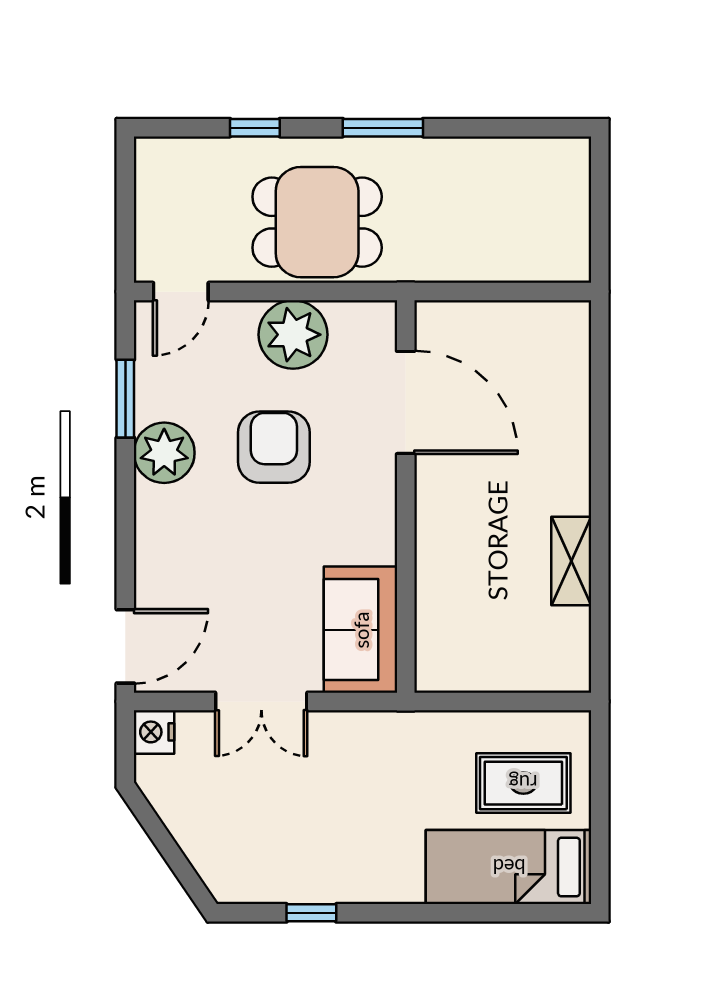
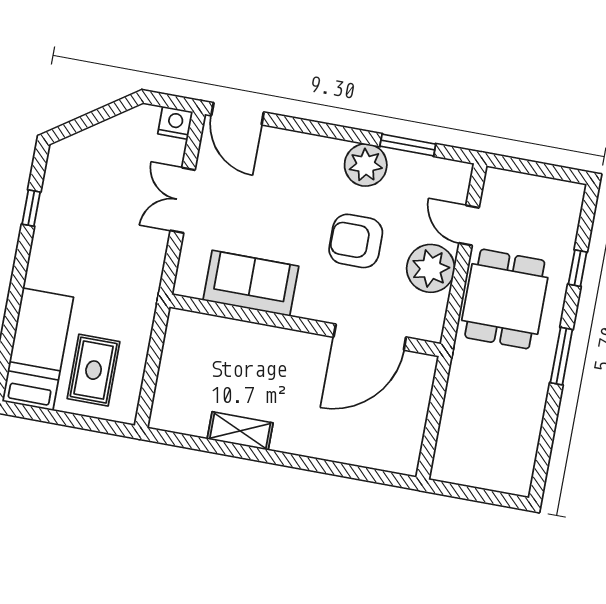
door: (181, 292) -> (469, 225), moved
armchair: (274, 447) -> (356, 241), turned 180
sofa: (361, 630) -> (251, 283), moved

